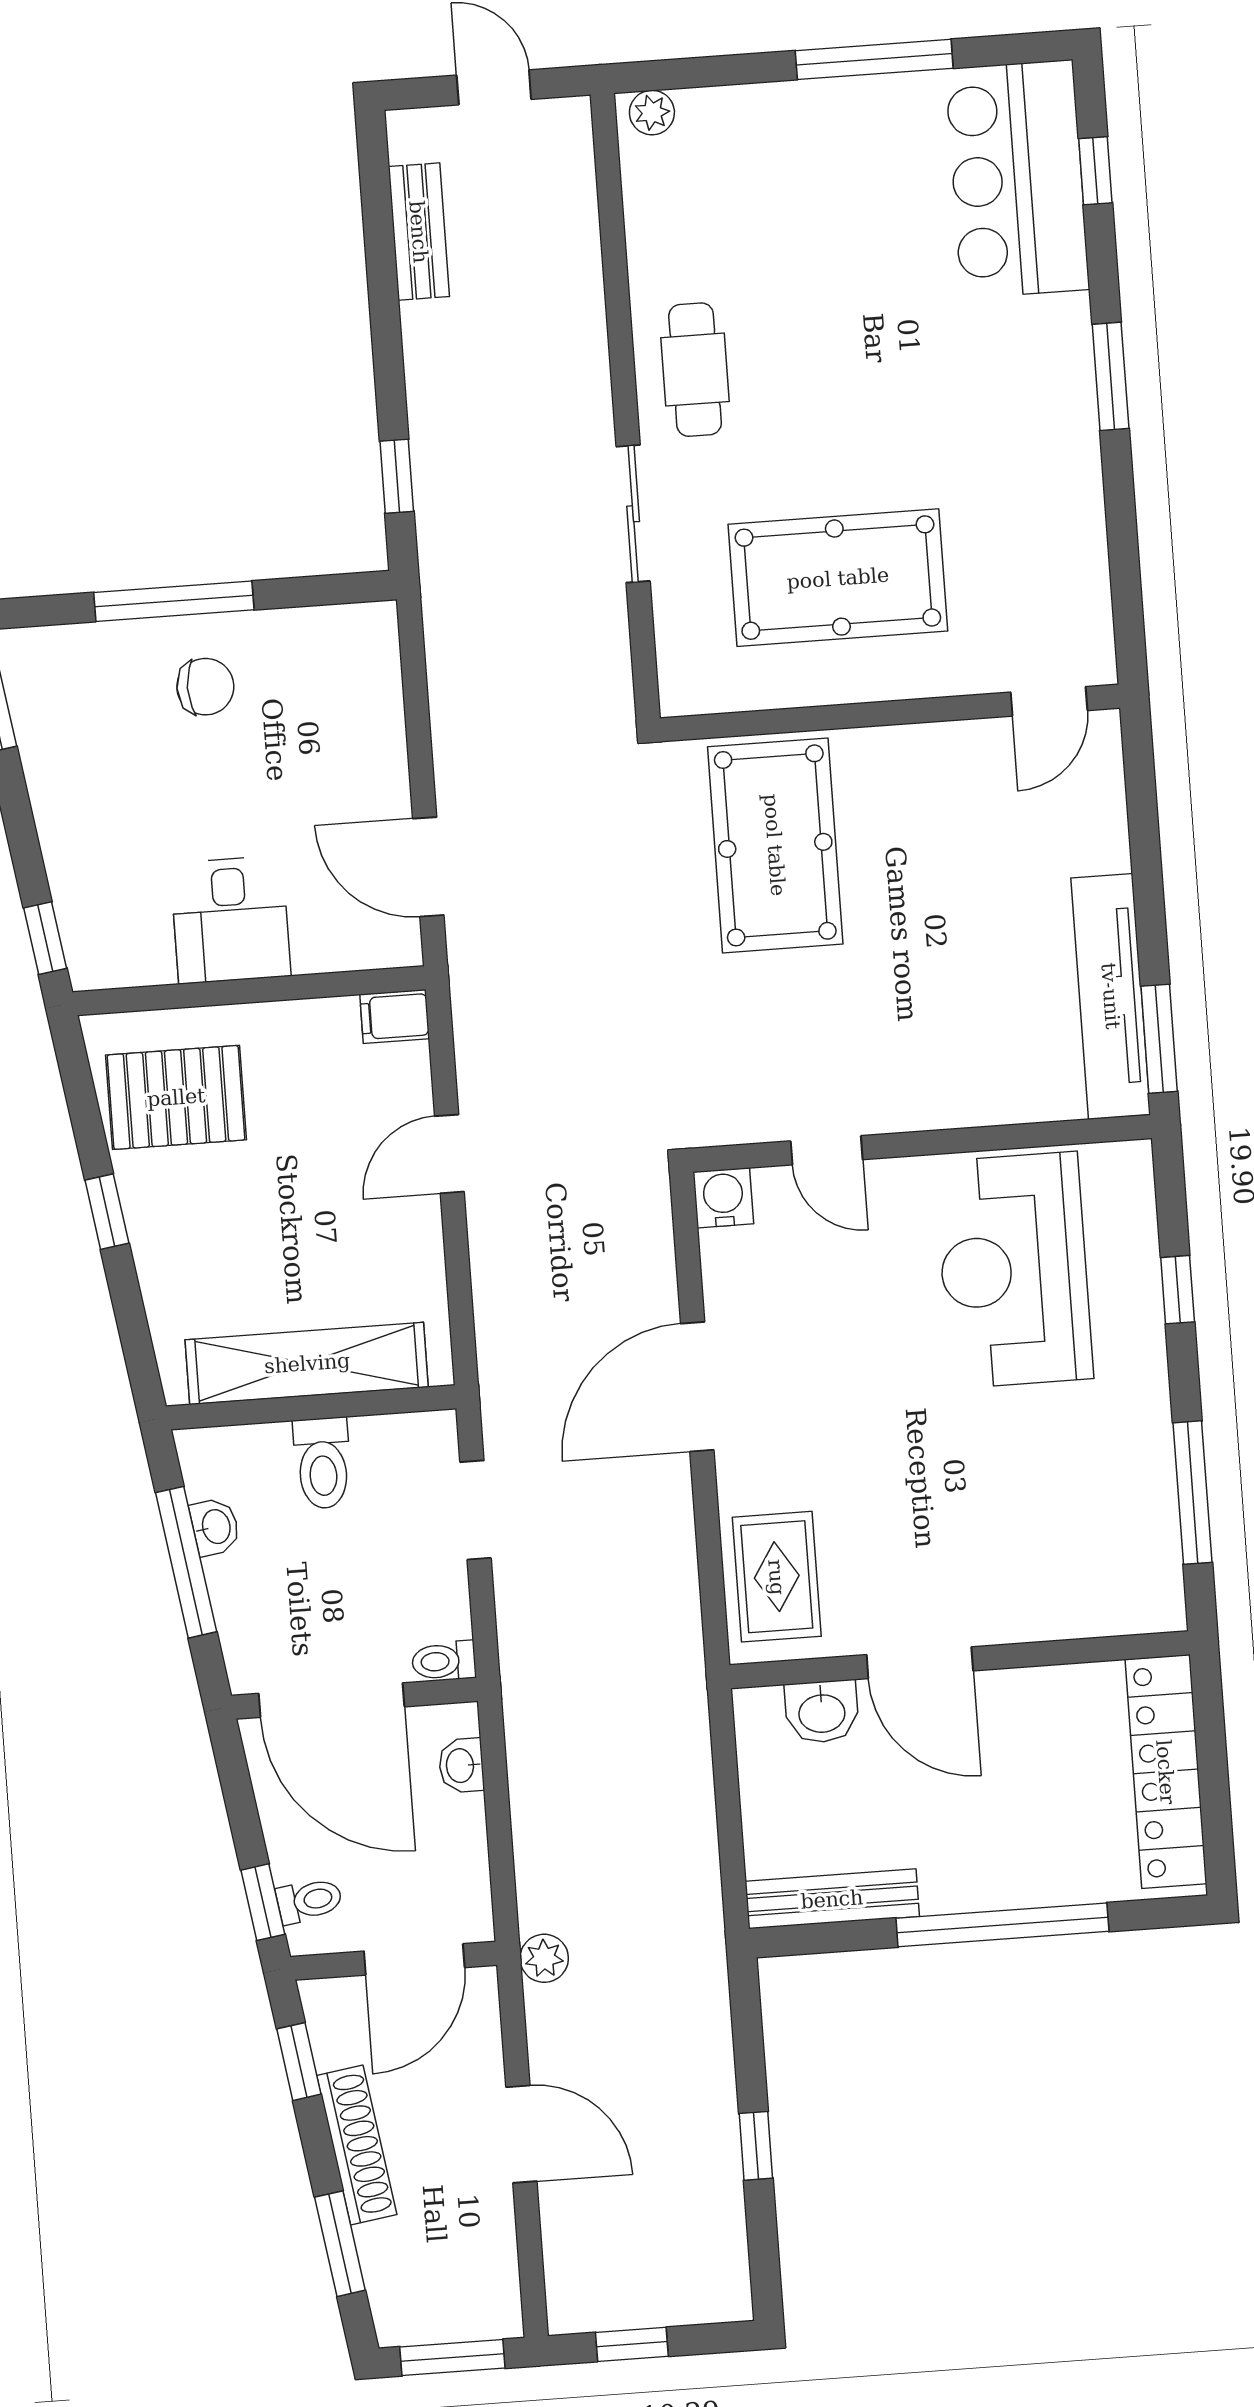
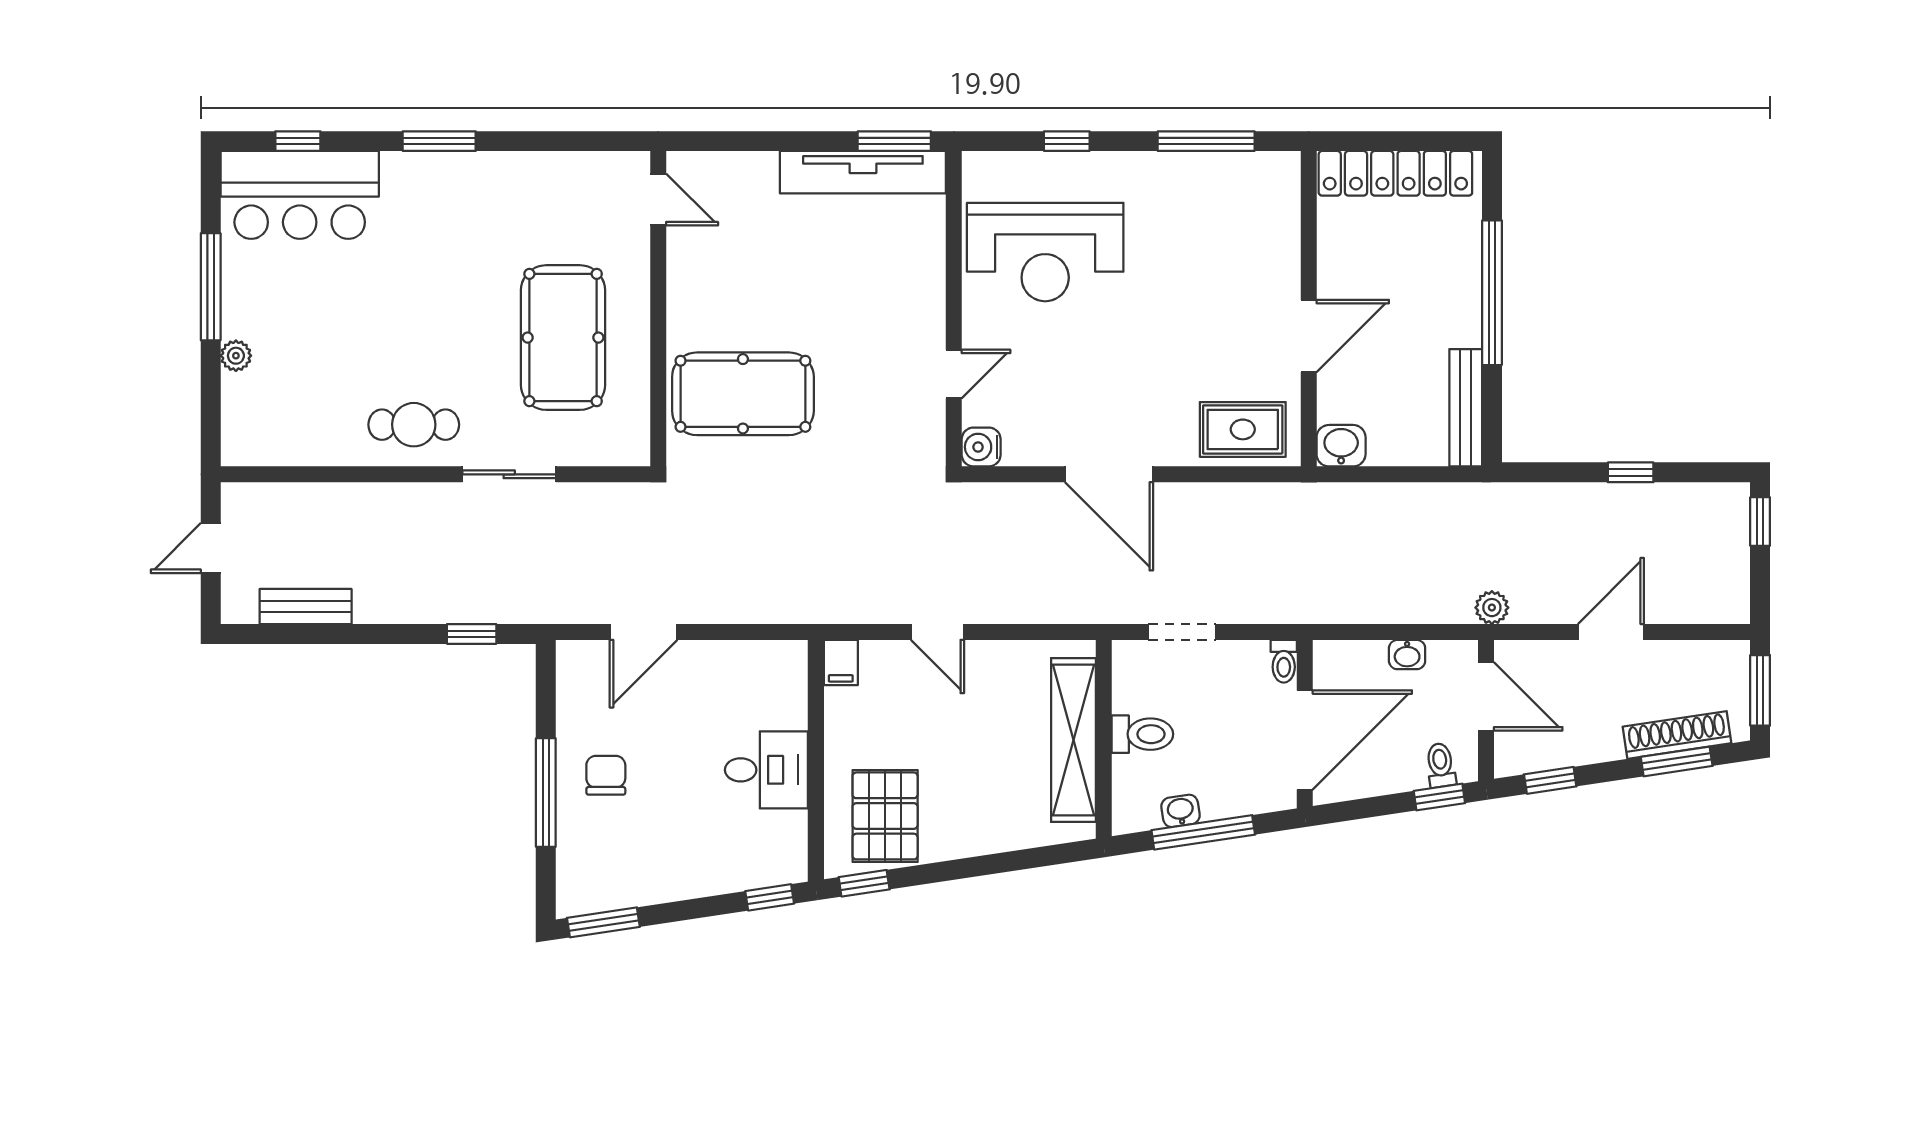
plant: (652, 113) -> (236, 356), moved
door: (428, 867) -> (644, 632), moved
window: (107, 1212) -> (864, 883), moved
washbasin: (822, 1712) -> (1341, 446), moved, turned -90
washbasin: (461, 1766) -> (1407, 655), moved
shoe rack: (357, 2145) -> (1677, 735), moved
window: (632, 2344) -> (1760, 521), moved

